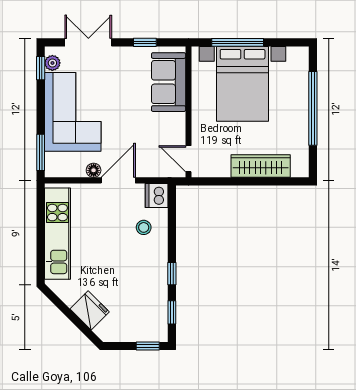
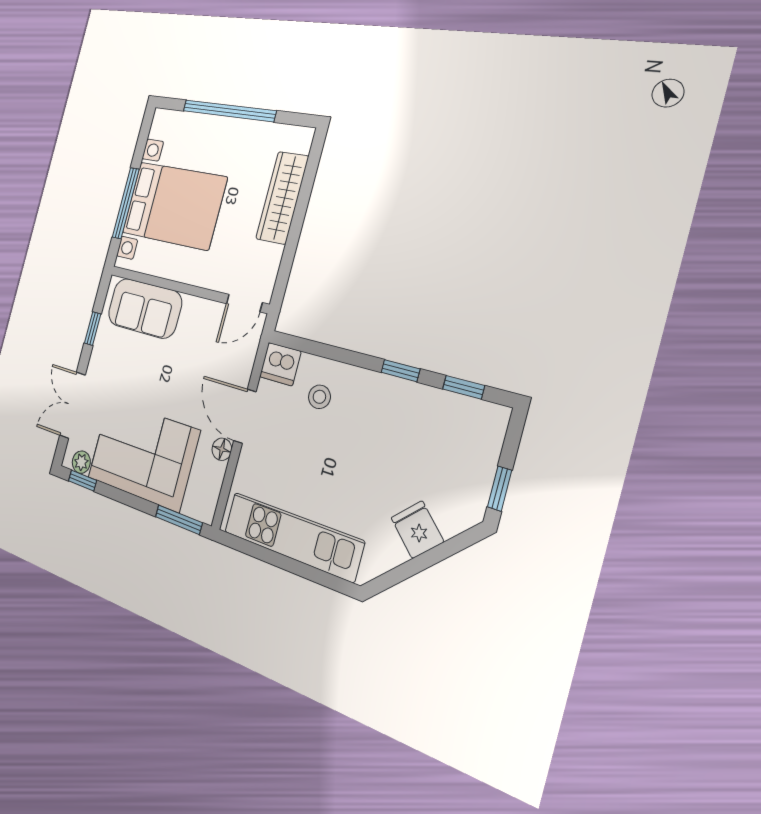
fridge: (90, 310) -> (417, 530), width x0.72
window: (148, 346) -> (500, 489), moved

